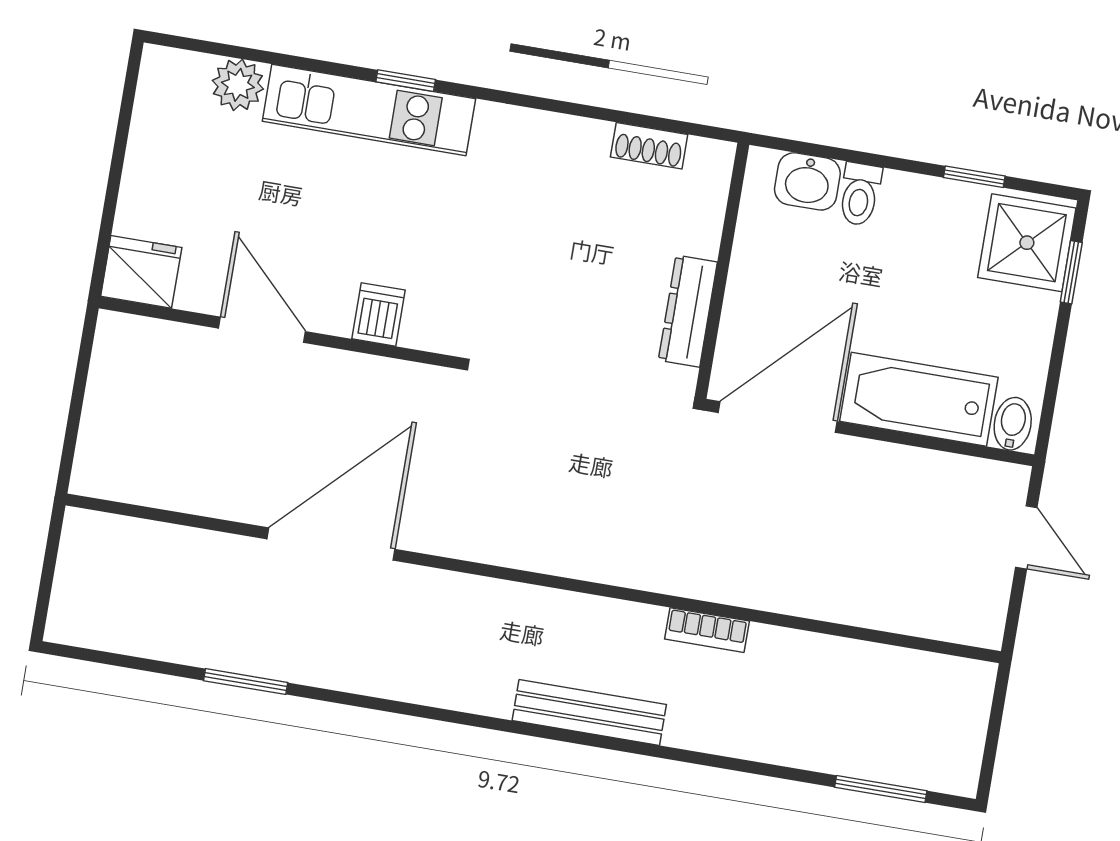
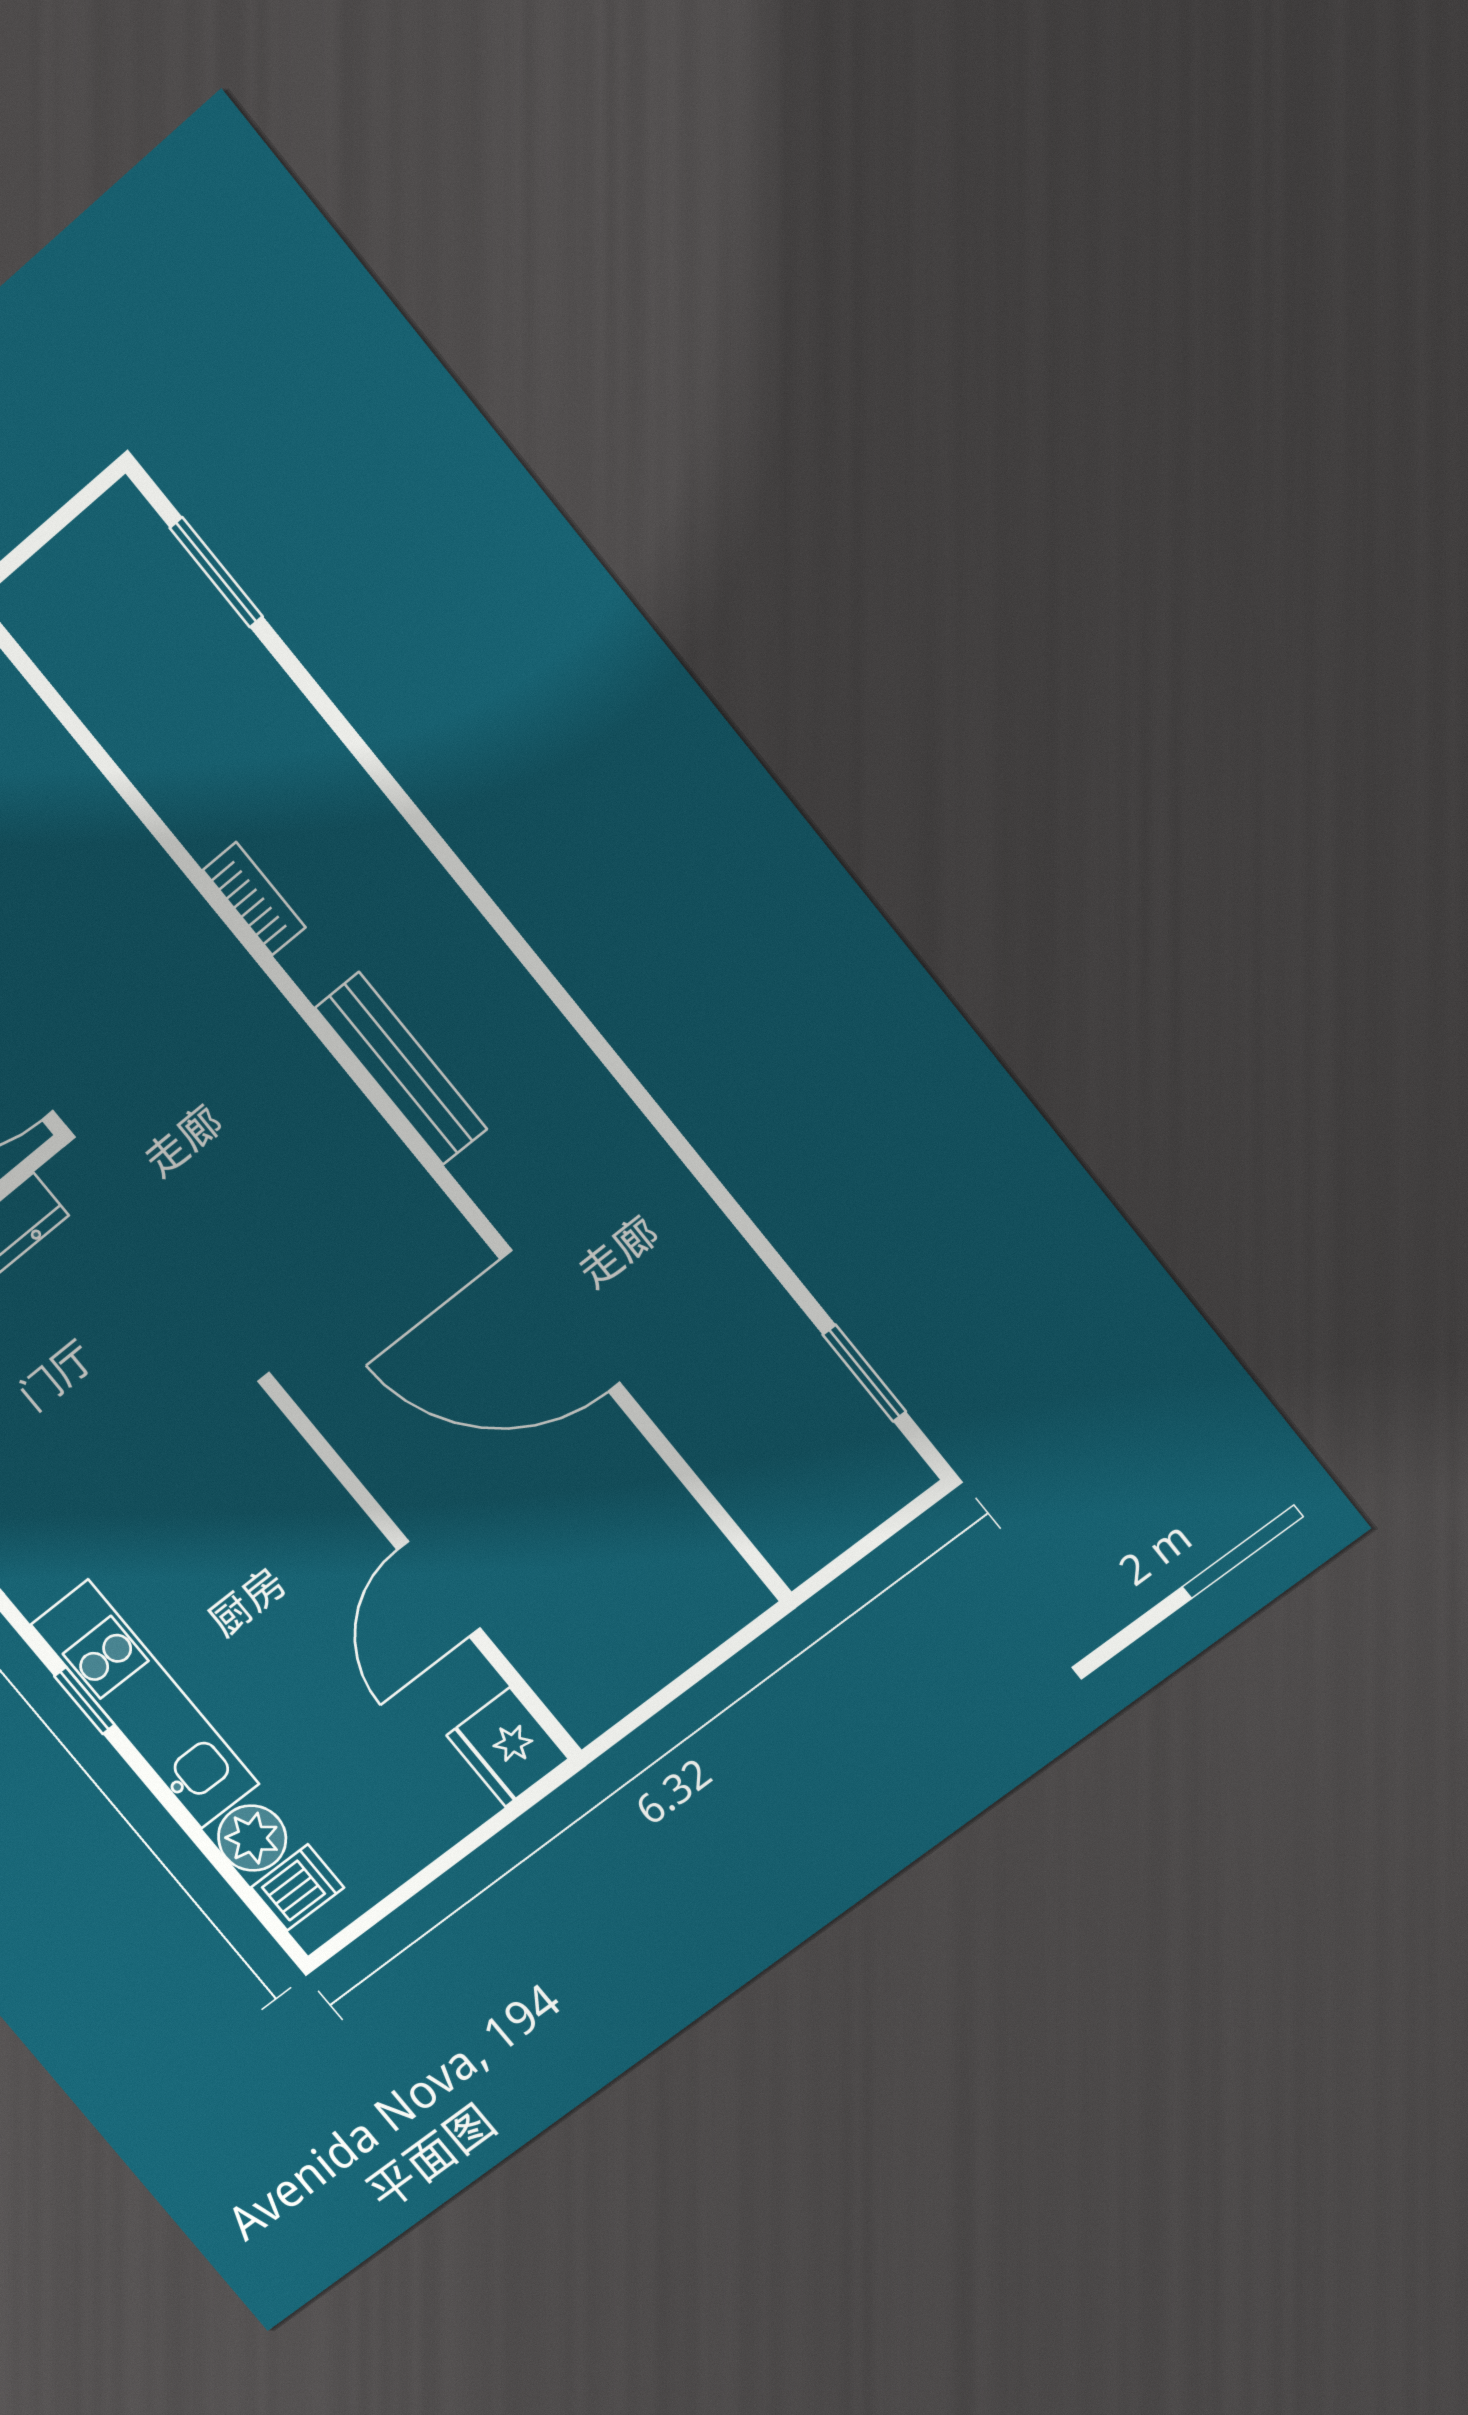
dishwasher: (378, 314) -> (297, 1887), moved, turned 180
window: (246, 682) -> (864, 1373), moved
bench: (589, 712) -> (401, 1069), moved

